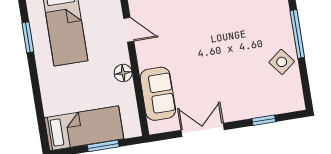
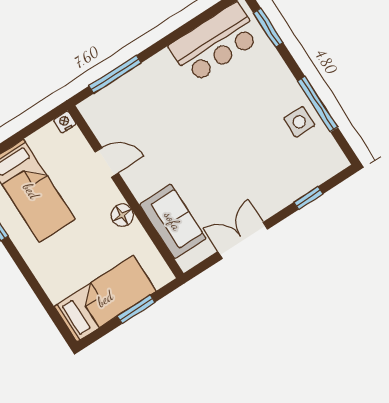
window: (297, 34) -> (318, 104), moved
side table: (282, 62) -> (299, 122), turned 38

